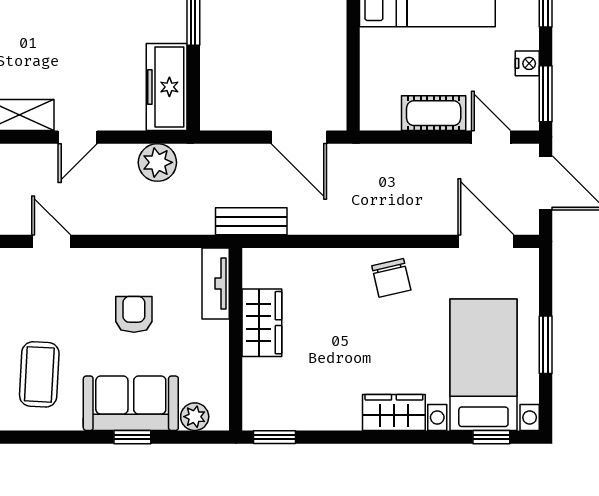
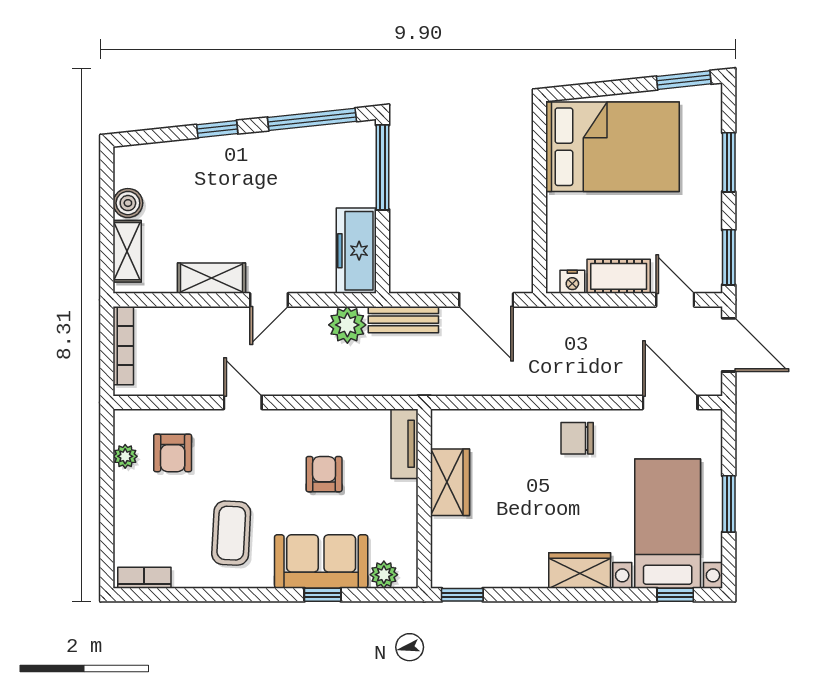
nightstand: (527, 63) -> (572, 282), moved, turned 90
bench: (251, 221) -> (403, 320), moved
chair: (391, 278) -> (577, 438), turned 103

